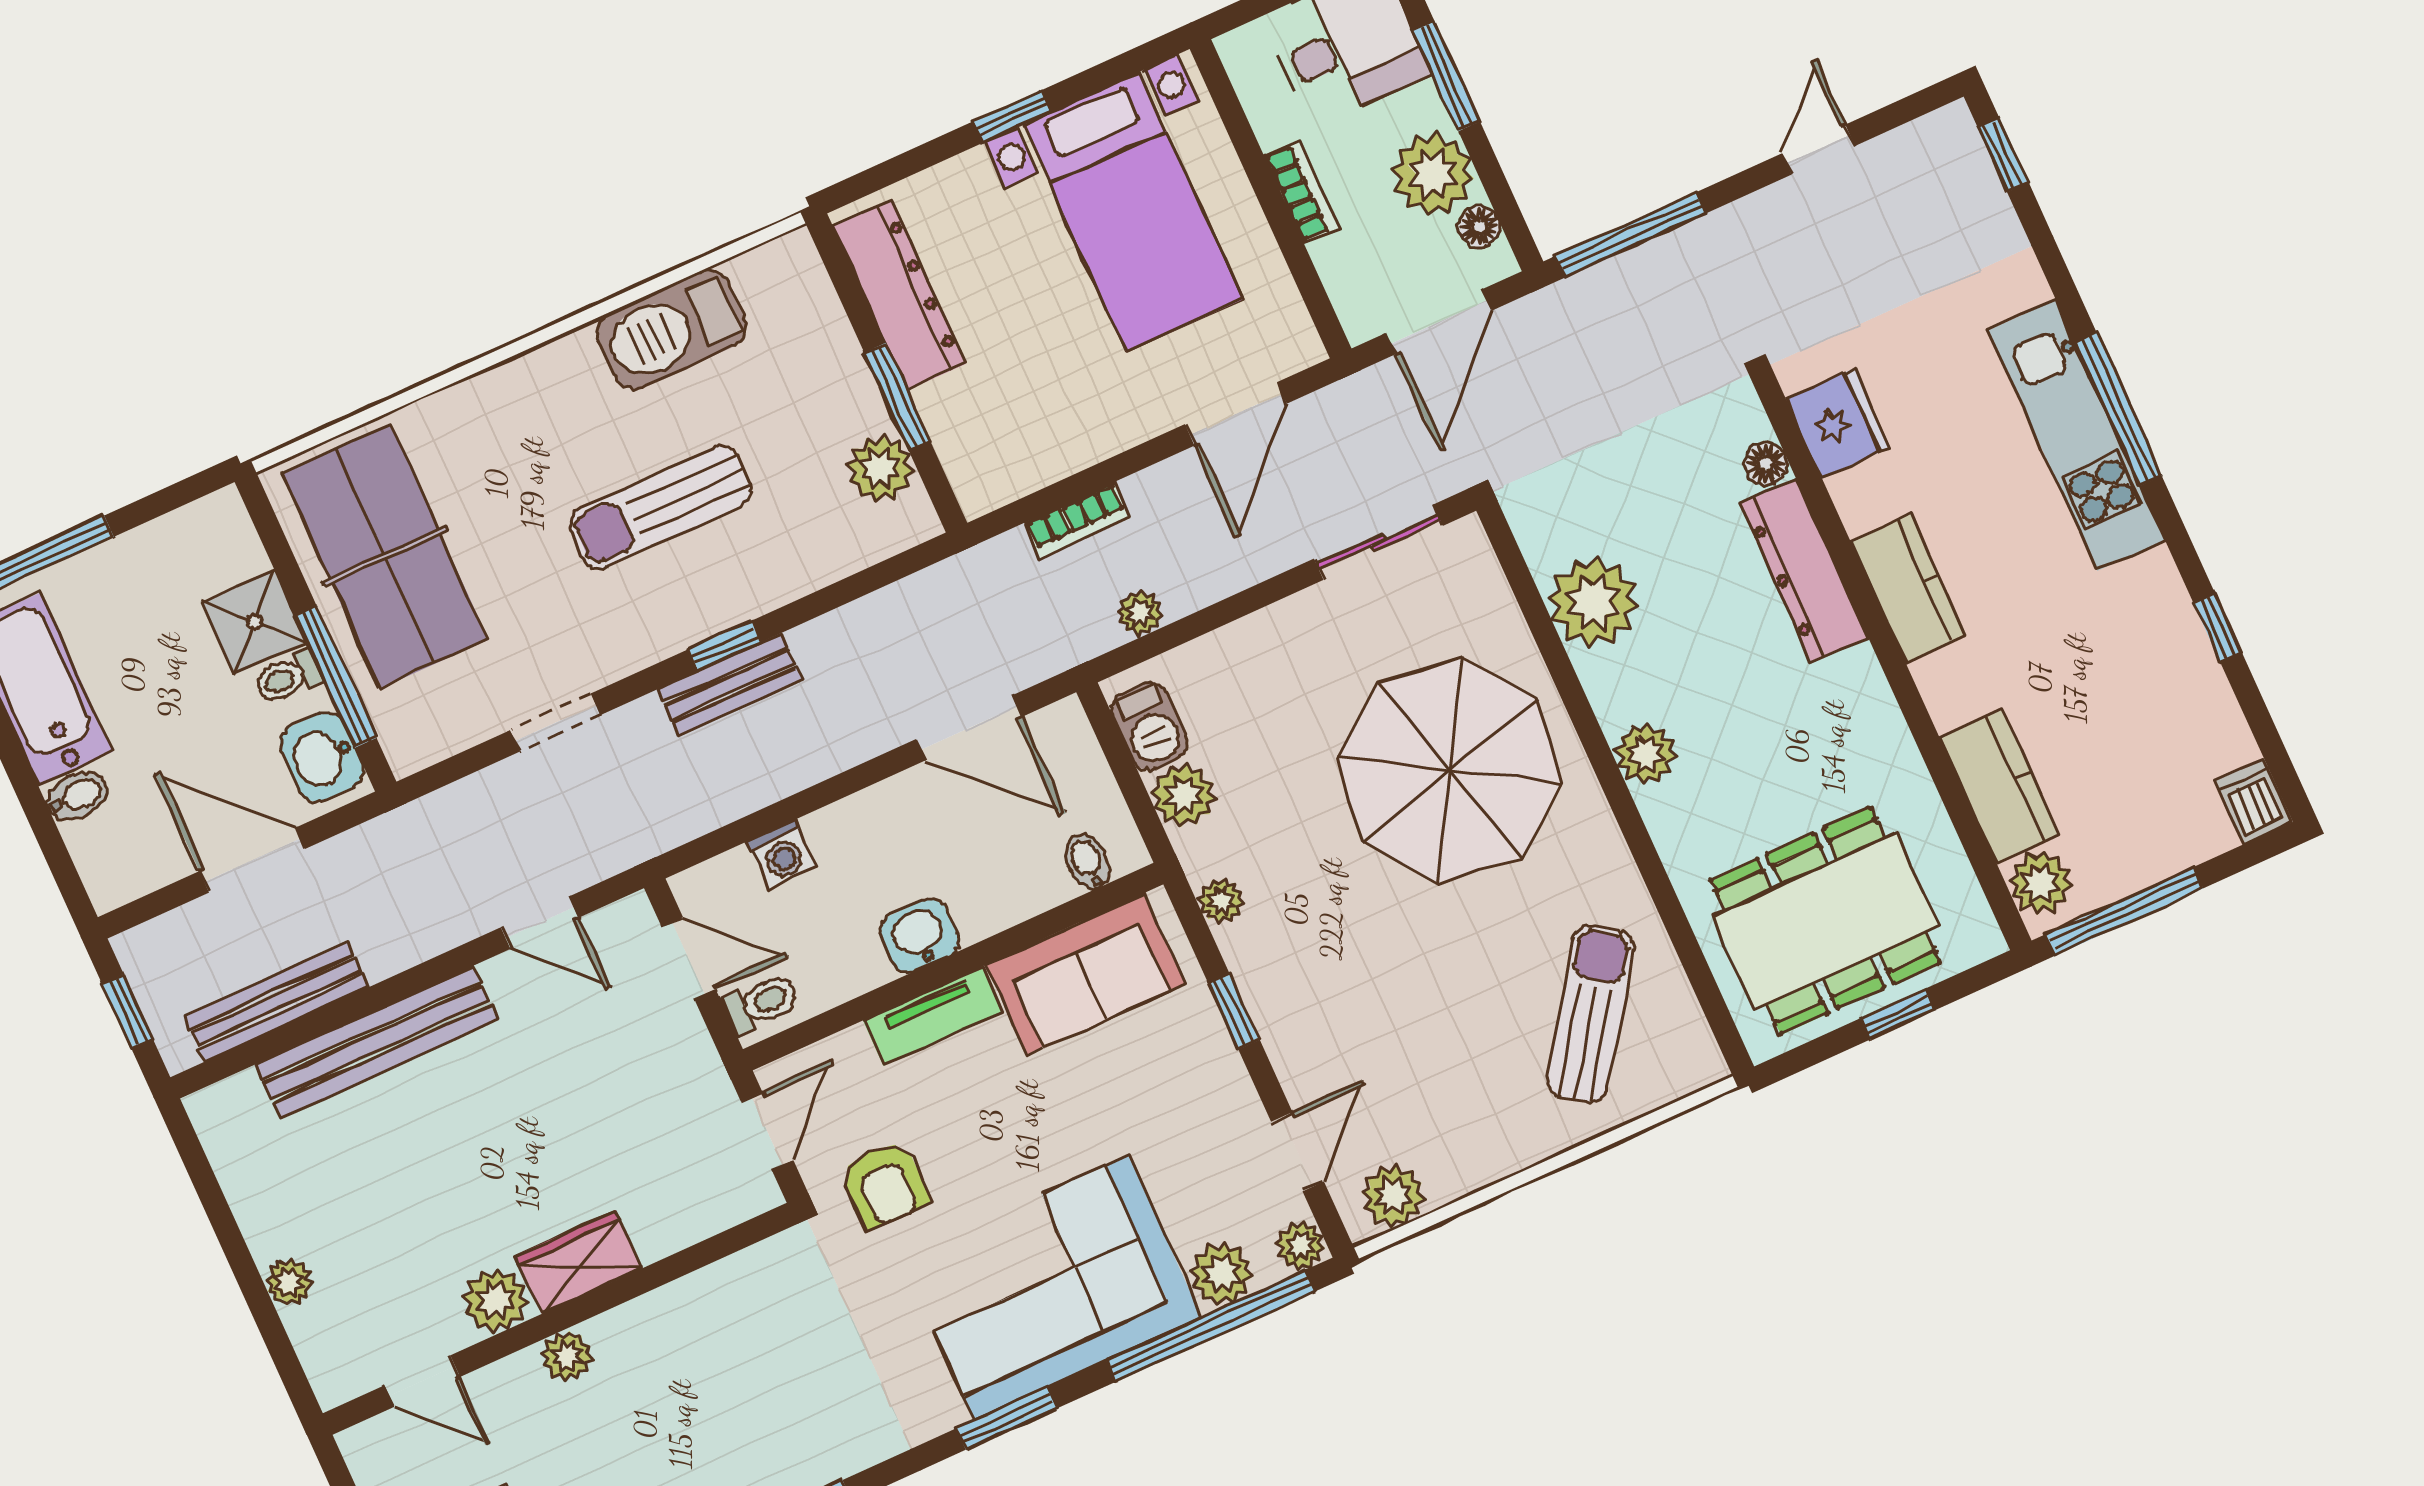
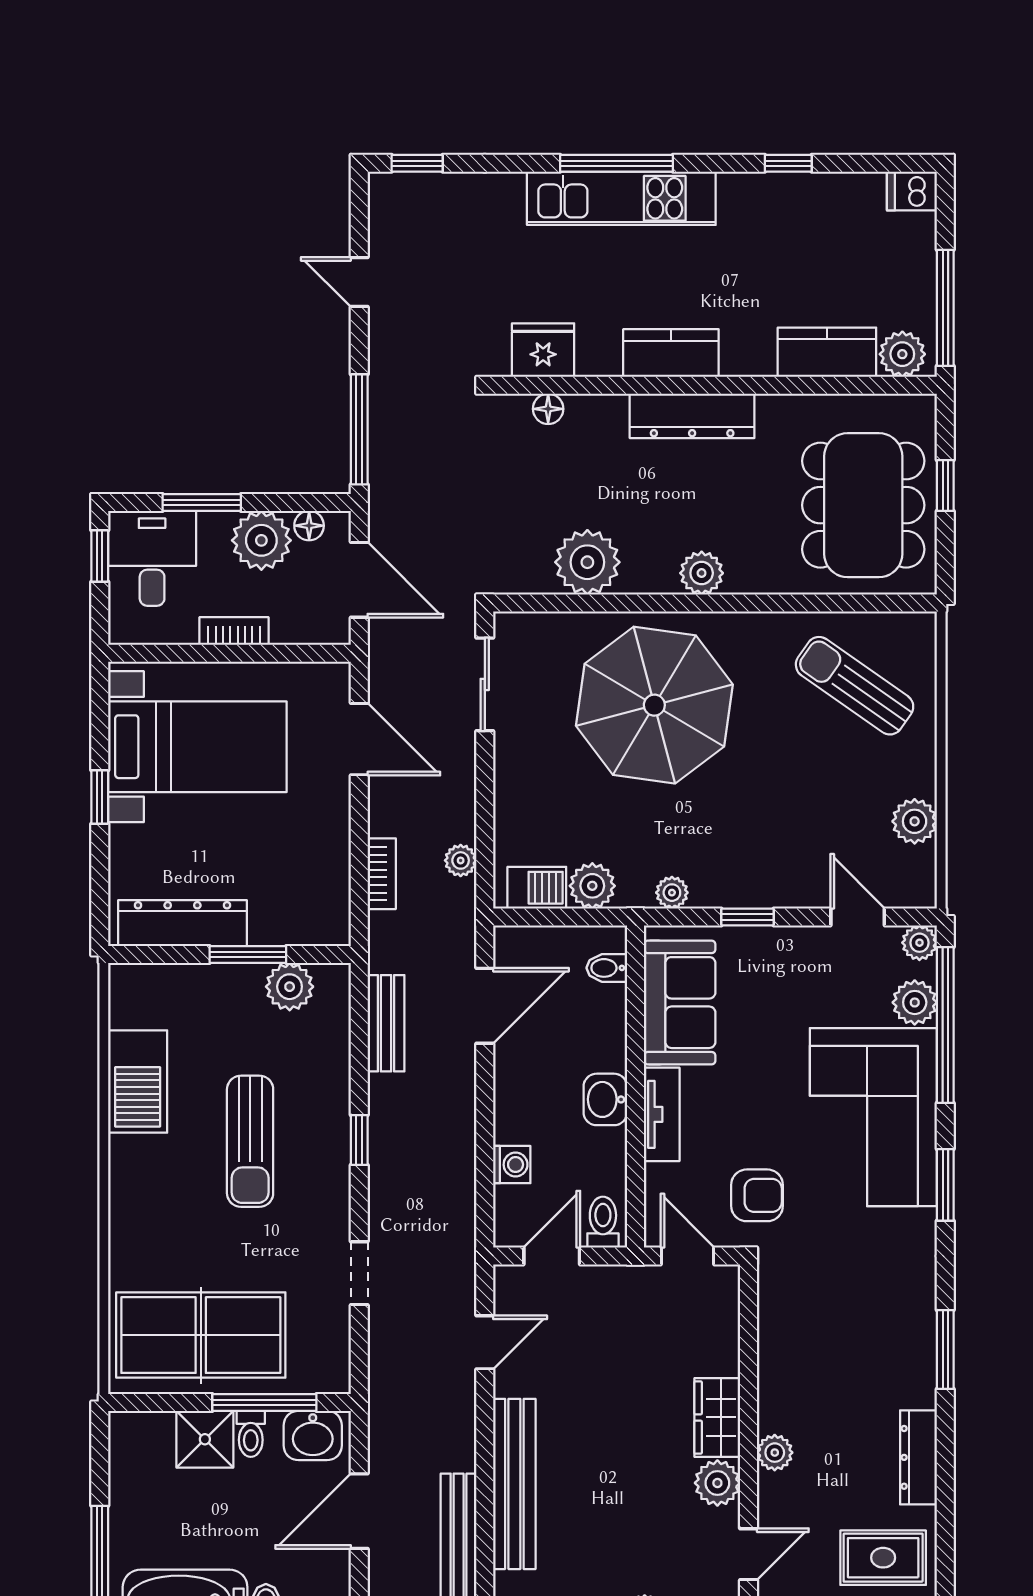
dresser: (1804, 571) -> (692, 416), moved
bench: (730, 684) -> (386, 1023), moved
plant: (1393, 1196) -> (915, 821), moved

